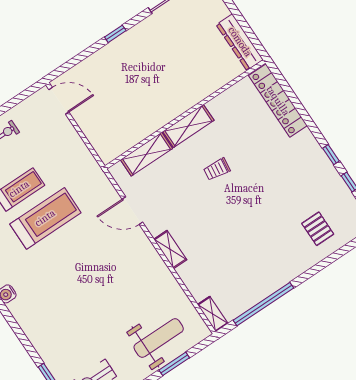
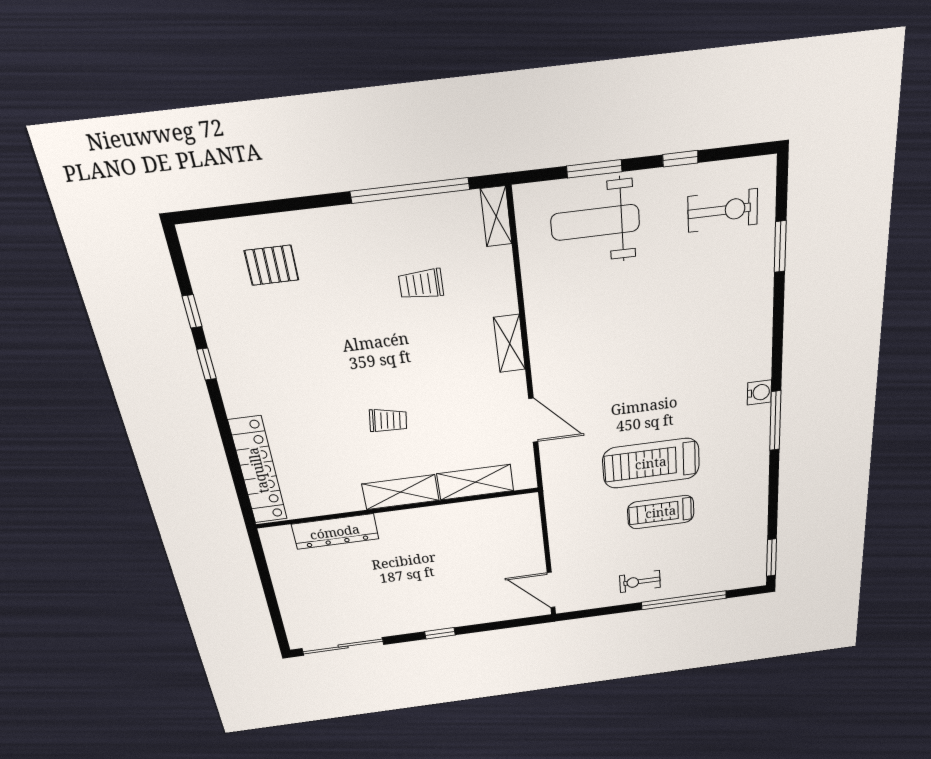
dresser: (240, 42) -> (335, 532), moved, turned 90
pallet: (318, 229) -> (272, 265), turned 90
trolley: (235, 258) -> (421, 284), added

